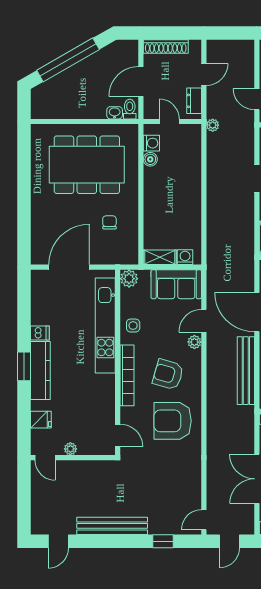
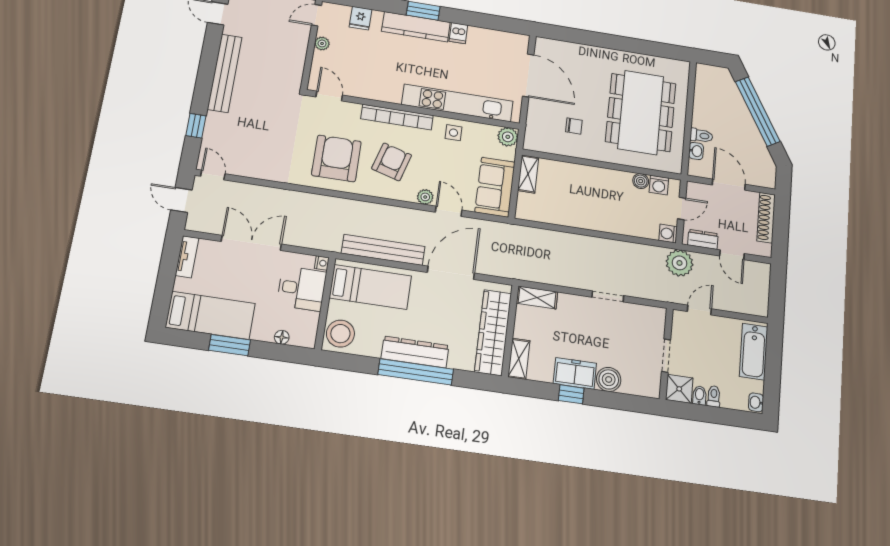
toilet: (130, 109) -> (701, 136), moved
plant: (213, 125) -> (679, 263), width x1.88, depth x1.88
washing machine: (185, 257) -> (668, 234), moved, turned 180
door: (118, 435) -> (329, 96), swing flipped

